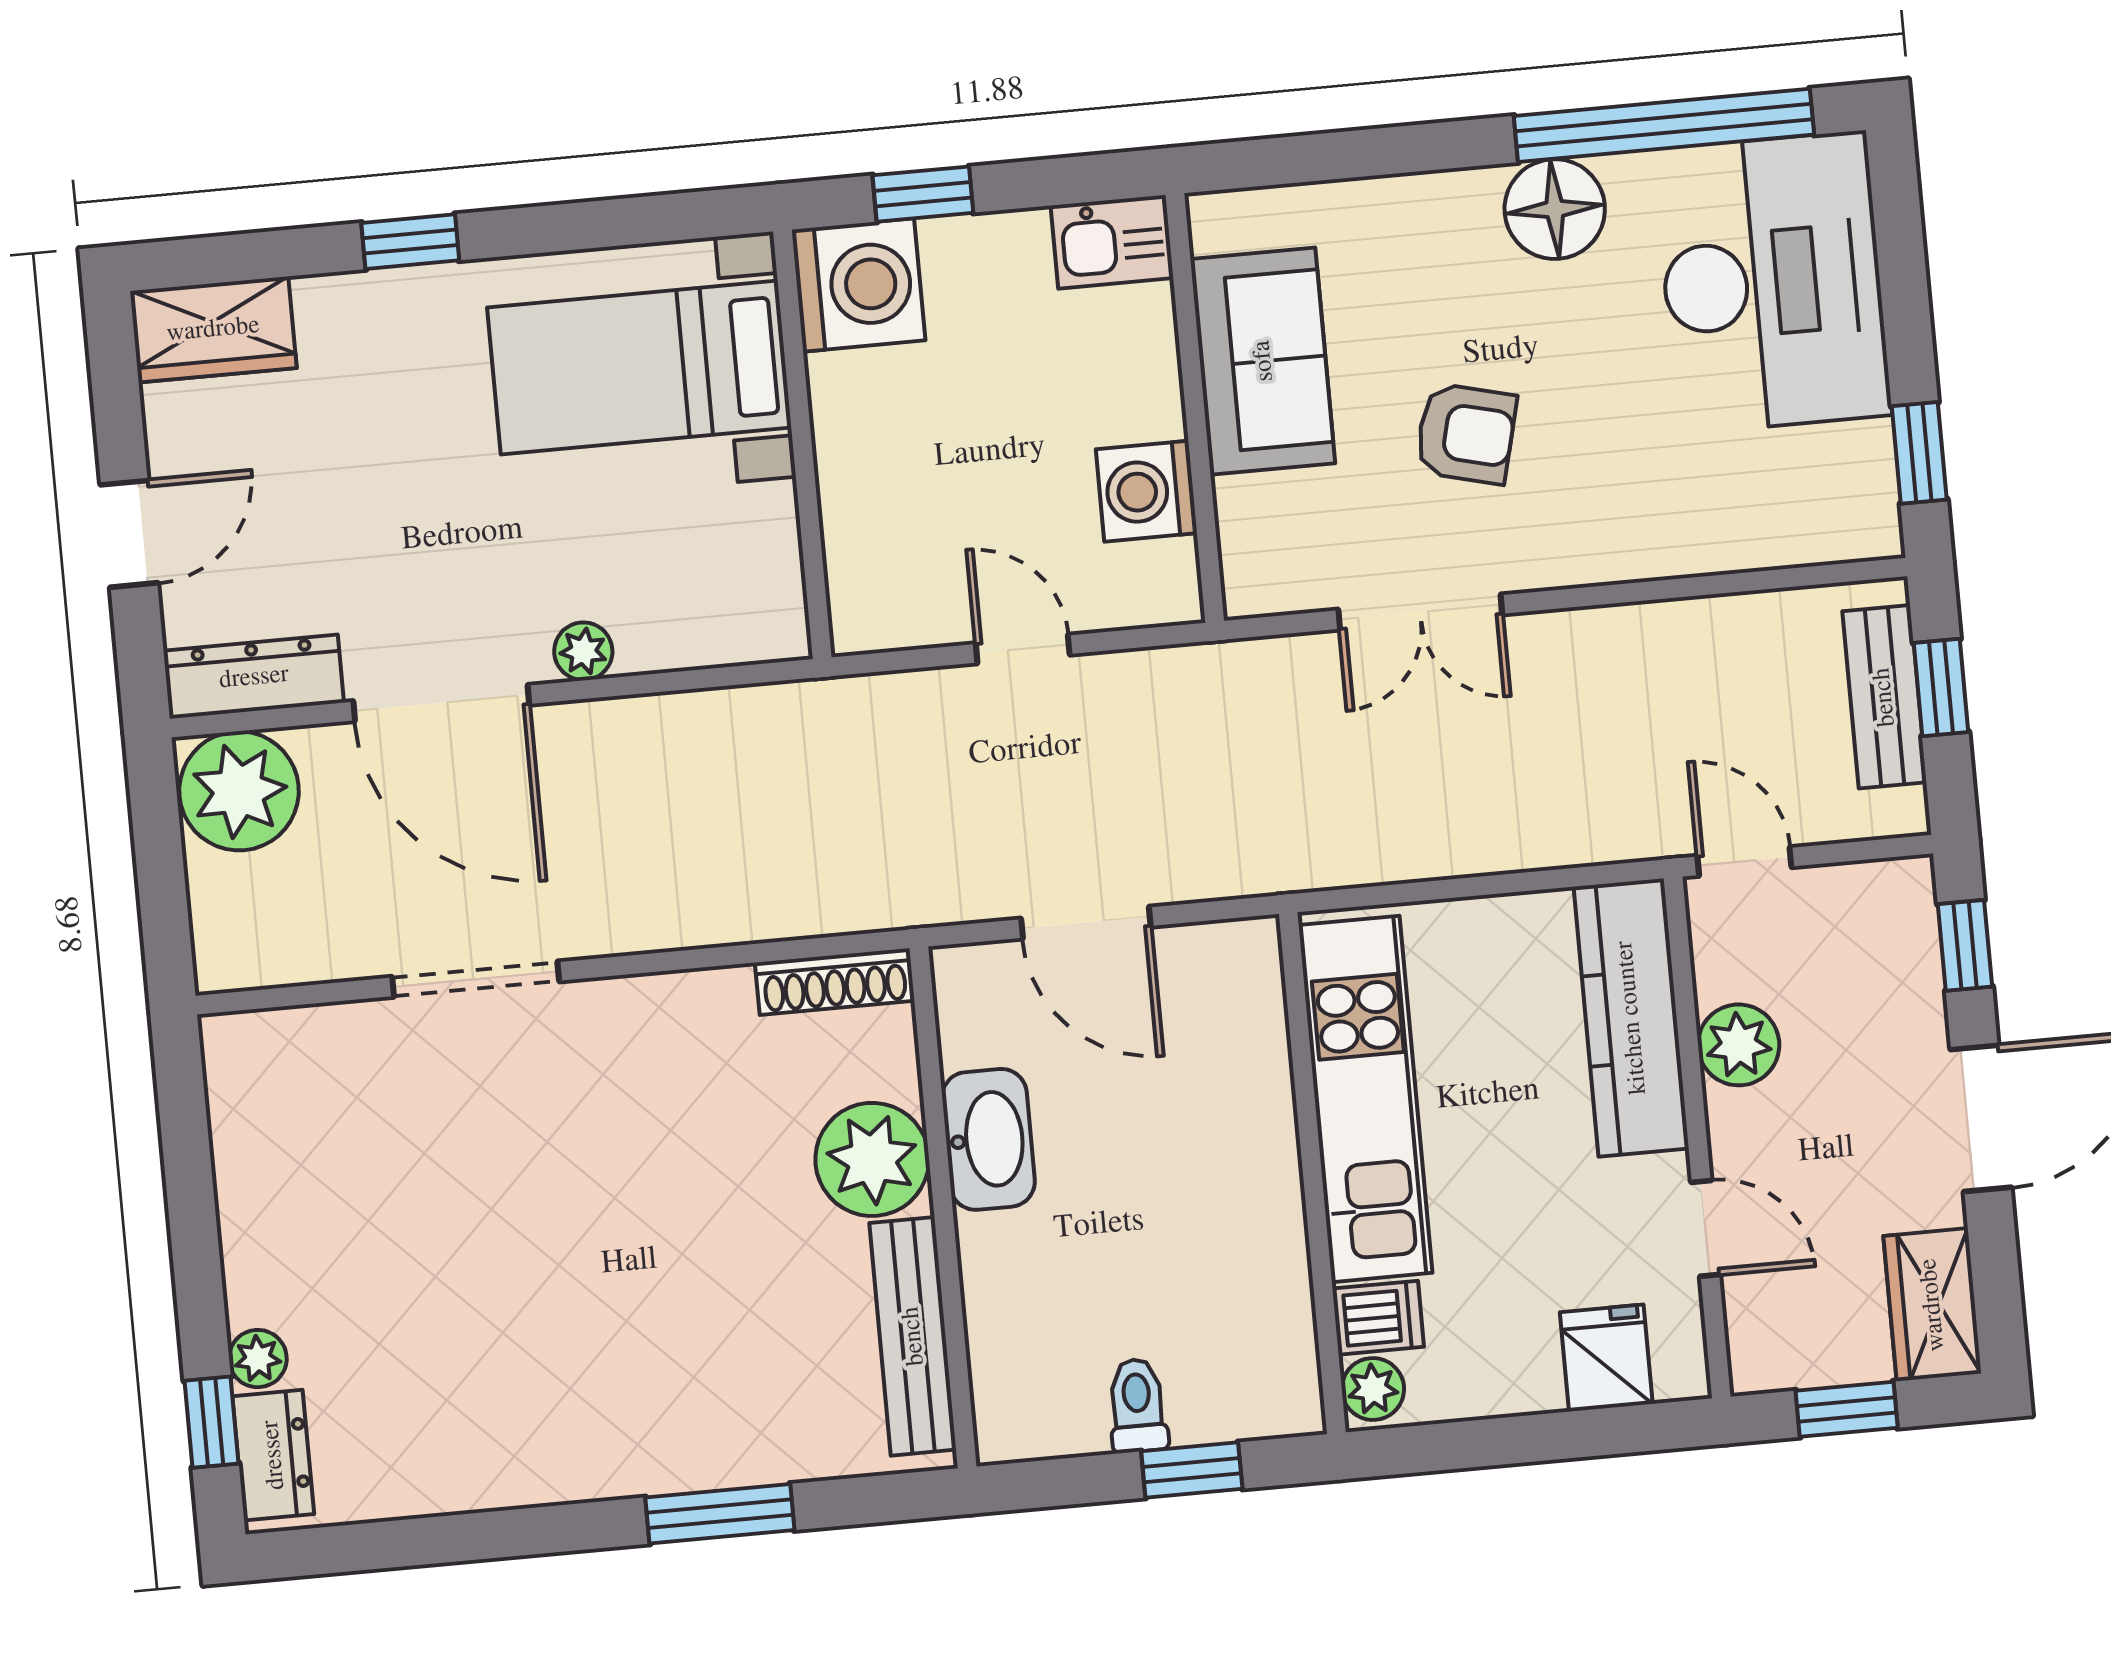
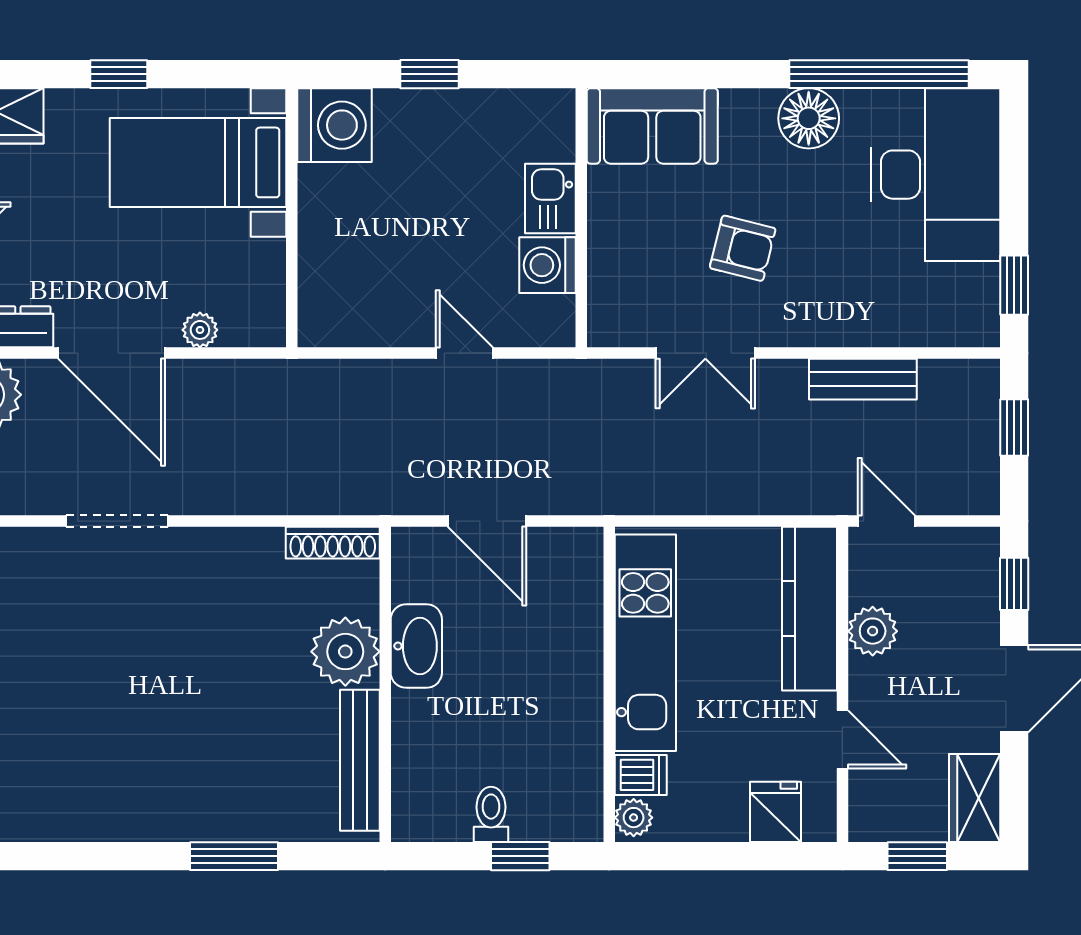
kitchen sink: (1112, 242) -> (550, 198), moved, turned 90
washing machine: (859, 285) -> (335, 125), moved
sofa: (1263, 361) -> (652, 126), moved, turned 90
bed with nightstands: (639, 368) -> (198, 162), moved
wall: (802, 444) -> (292, 218), moved
bench: (1884, 697) -> (863, 379), moved, turned 90

